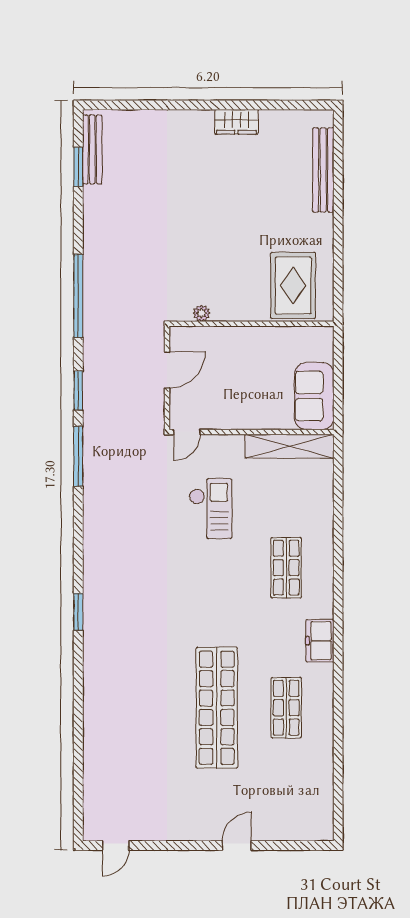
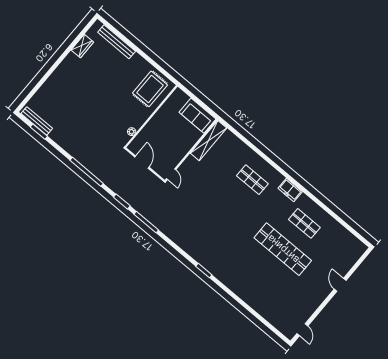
wardrobe: (236, 122) -> (82, 46), moved
rug: (293, 285) -> (150, 89), turned 90
checkout: (210, 509) -> (207, 189), removed

